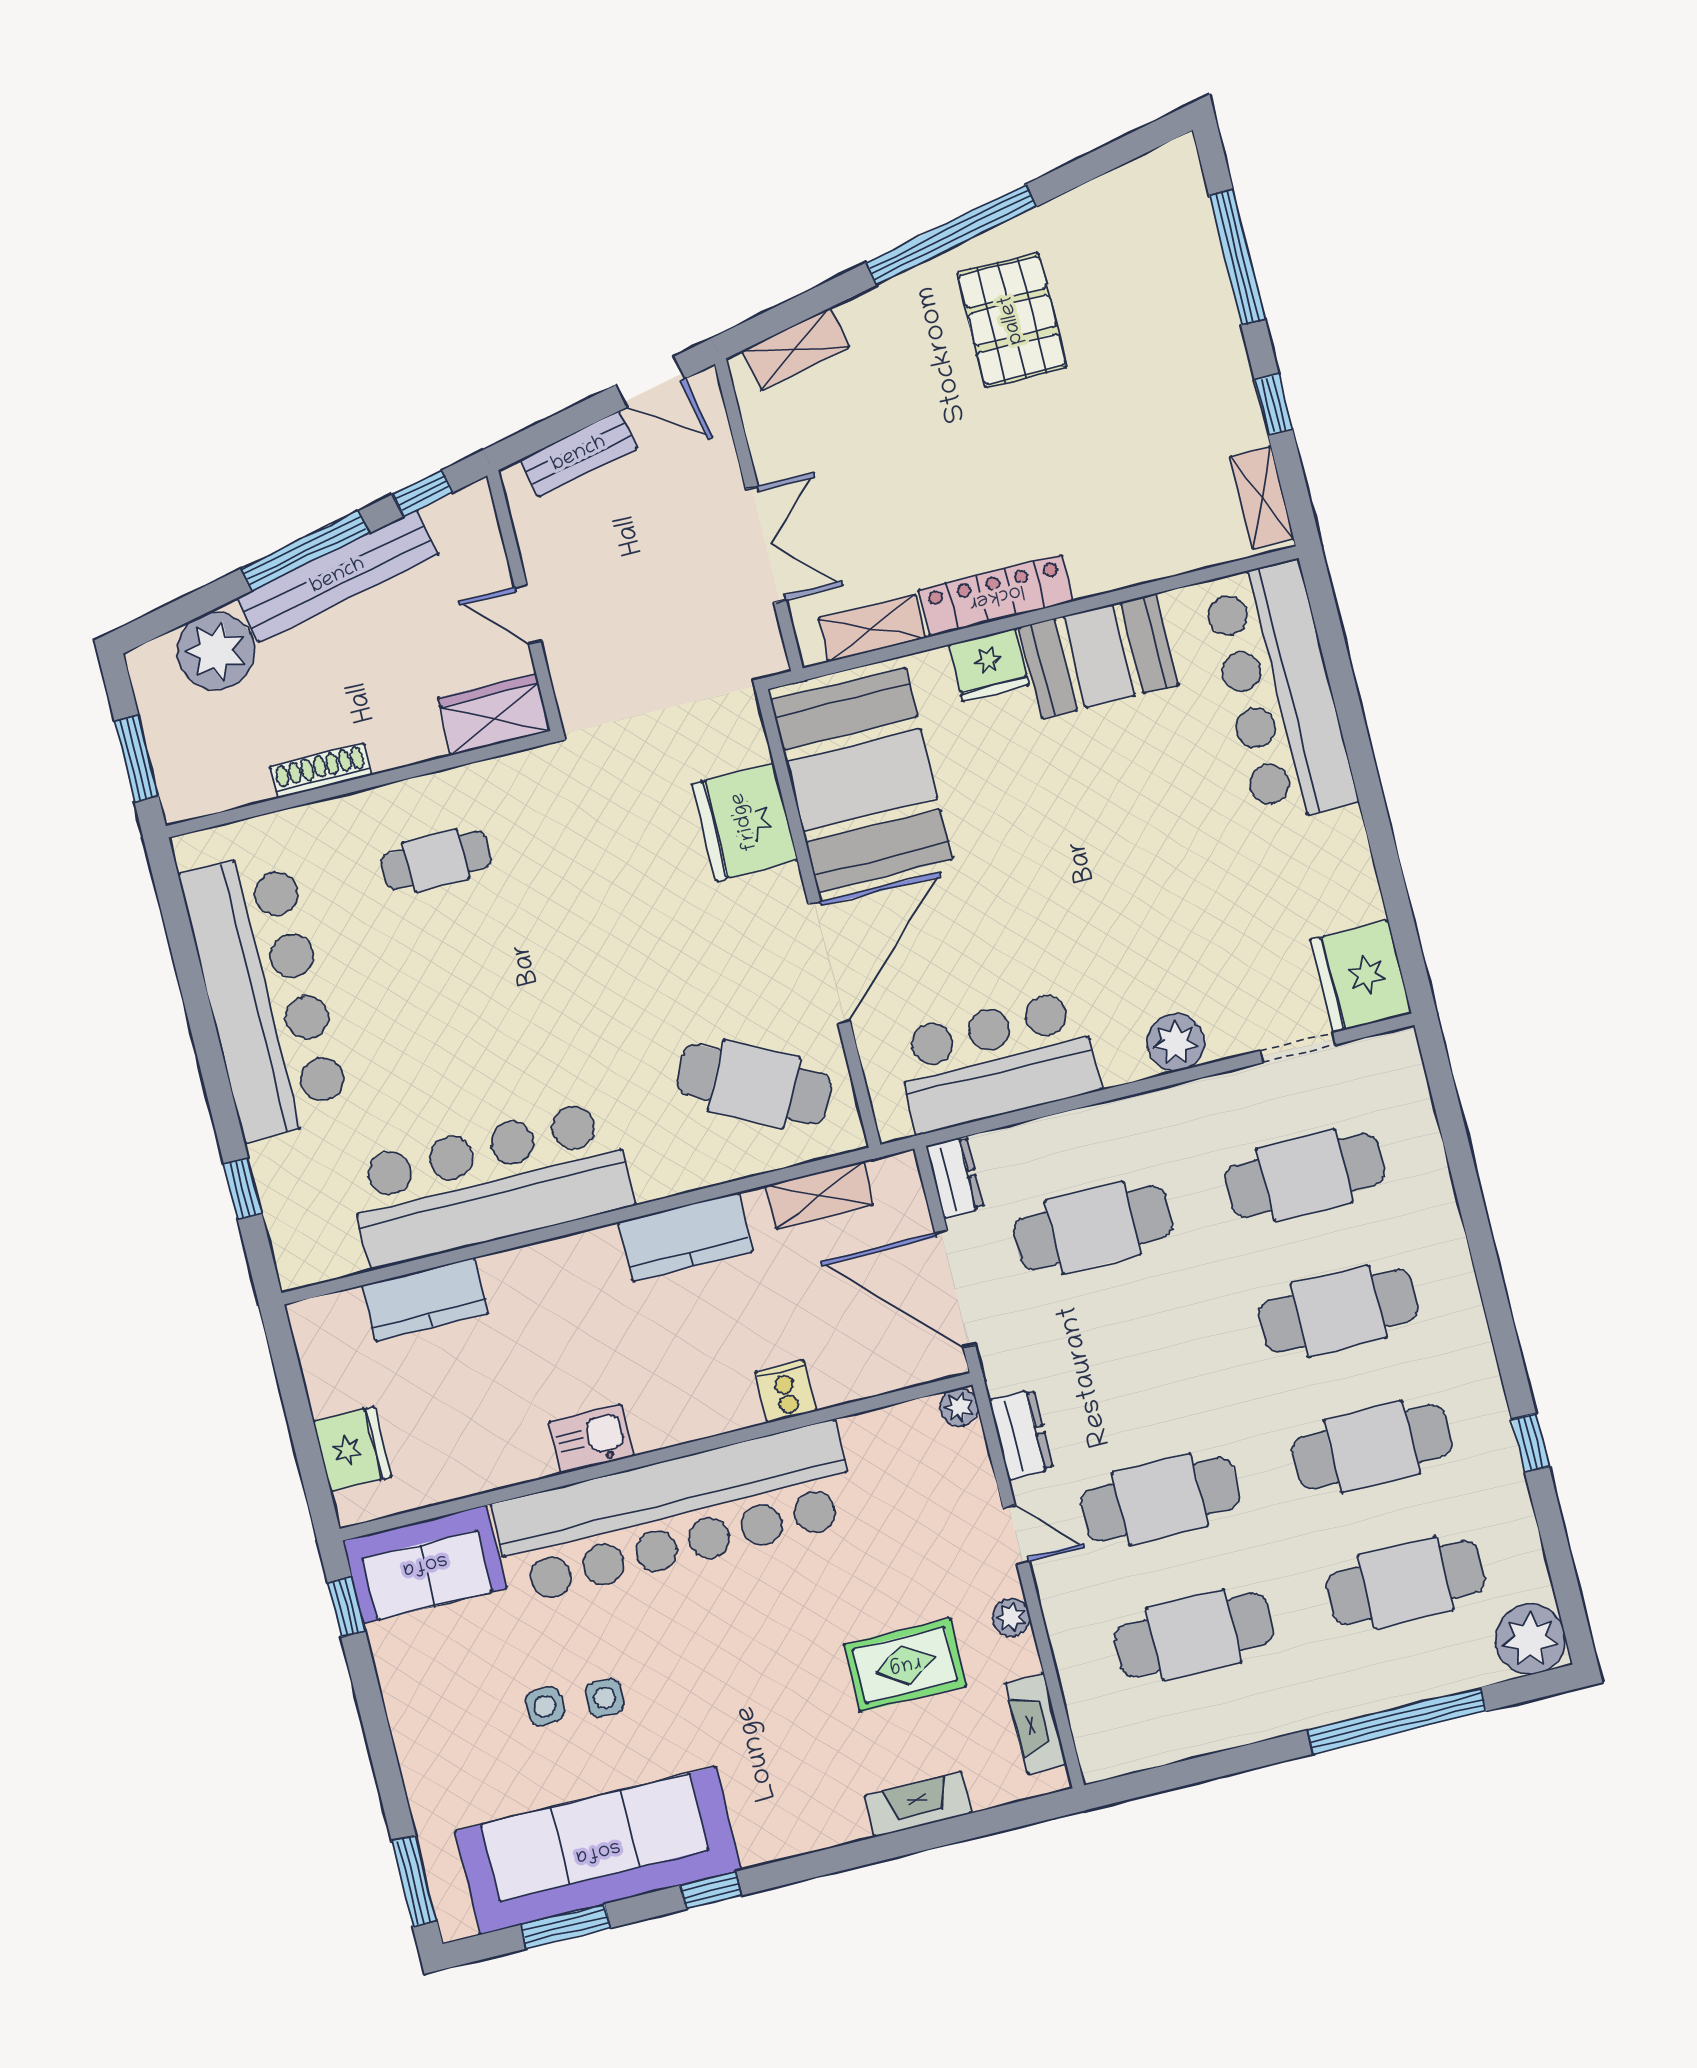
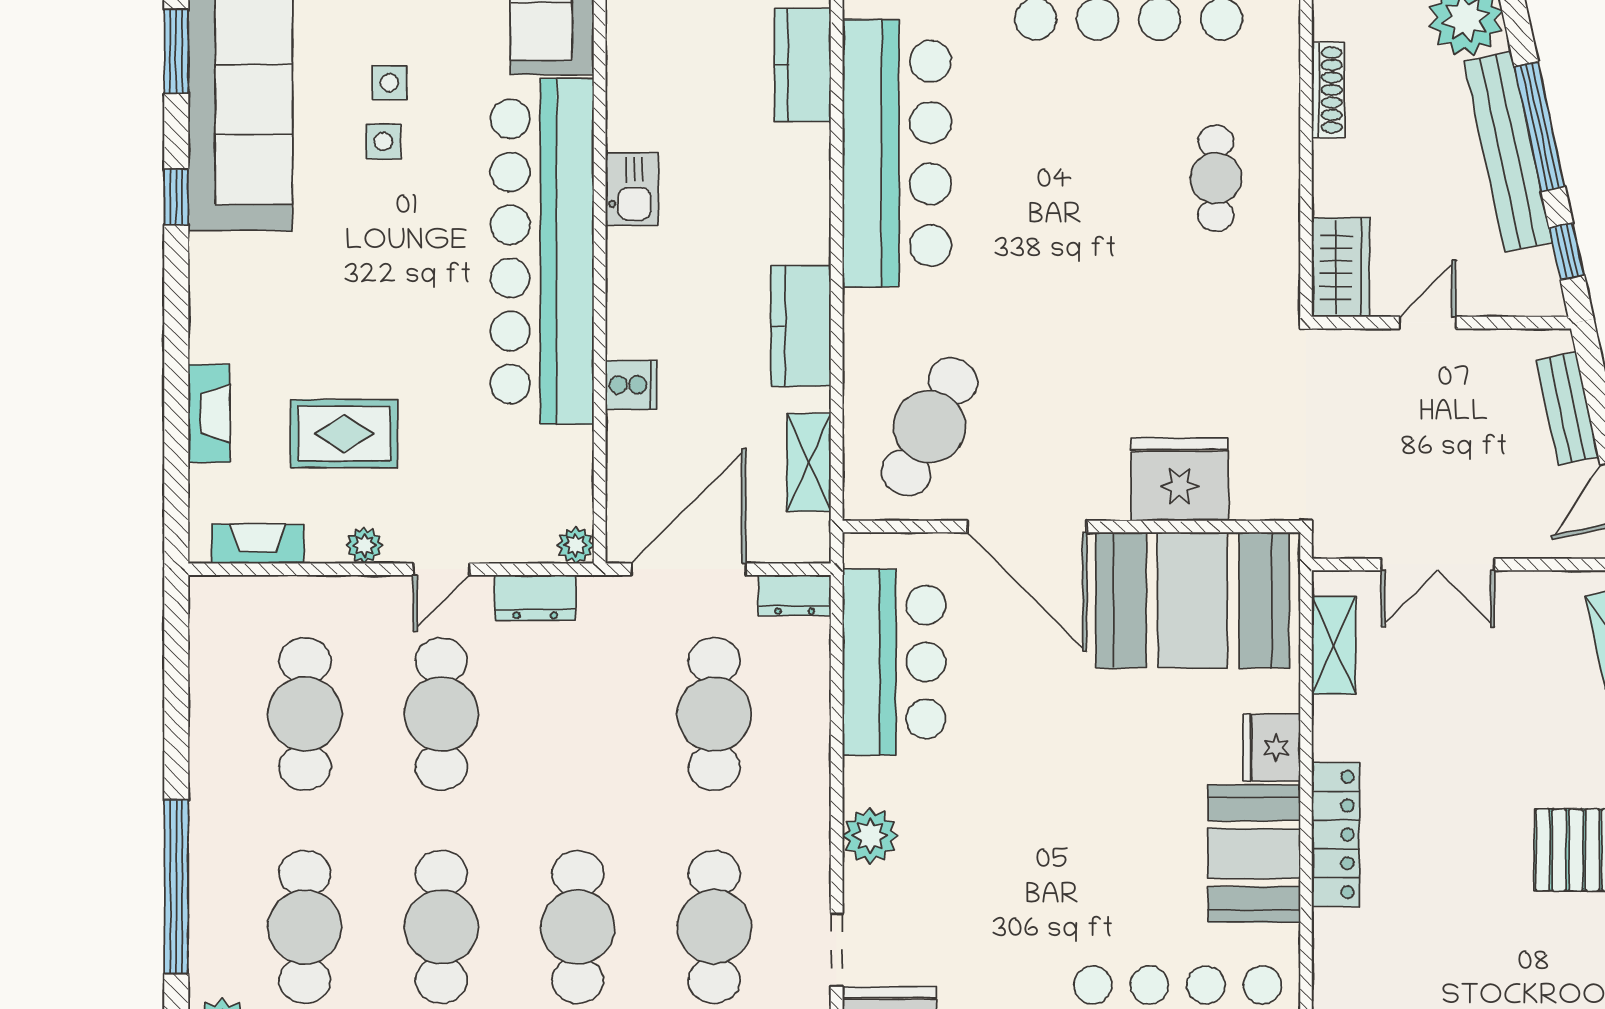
locker: (996, 596) -> (1336, 835), moved
rug: (905, 1665) -> (344, 434), turned 90

